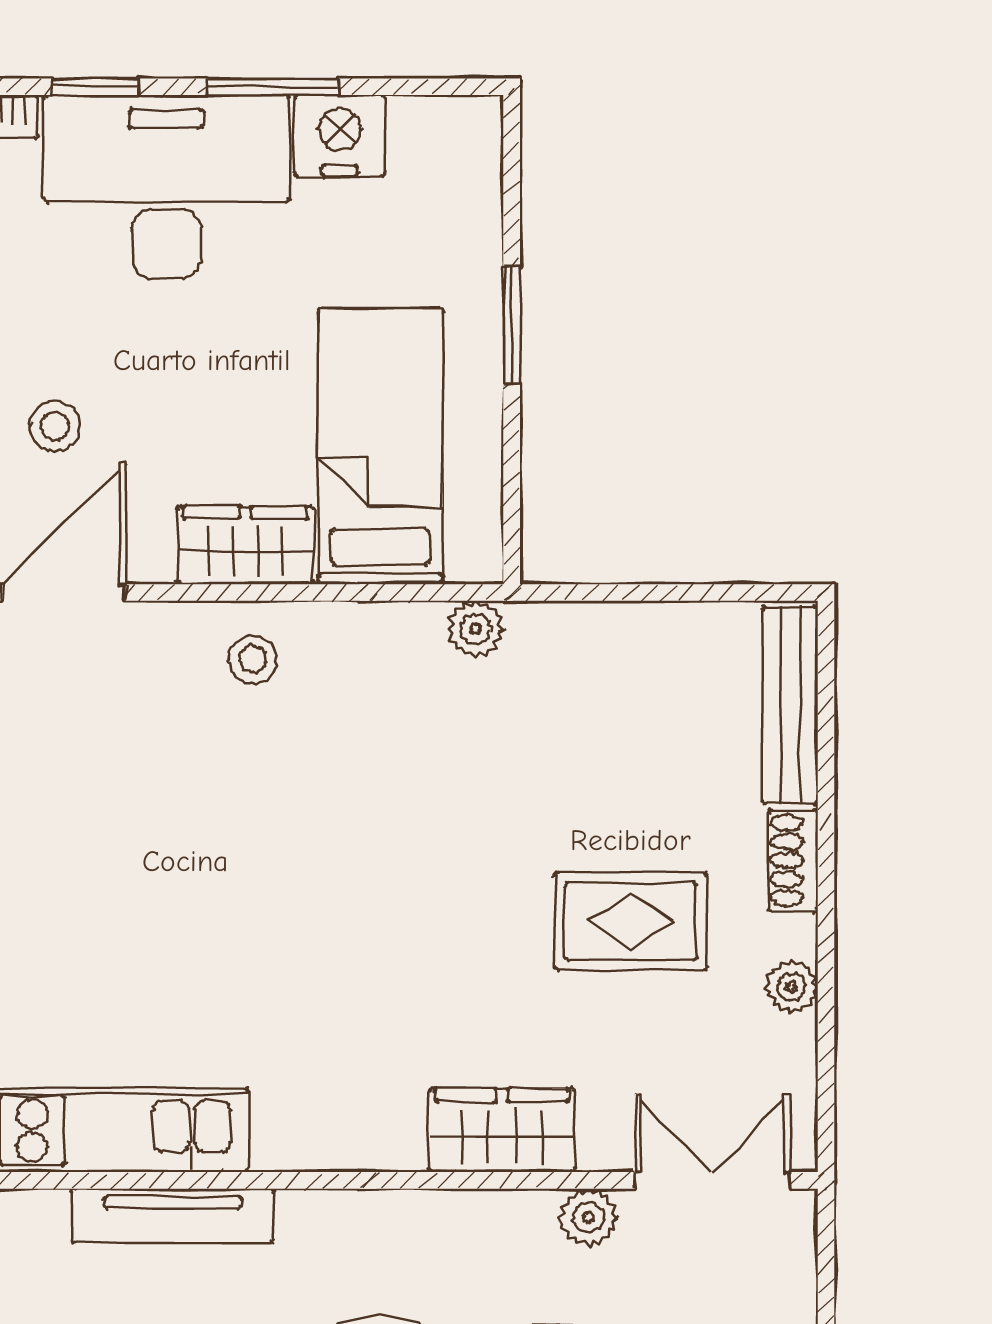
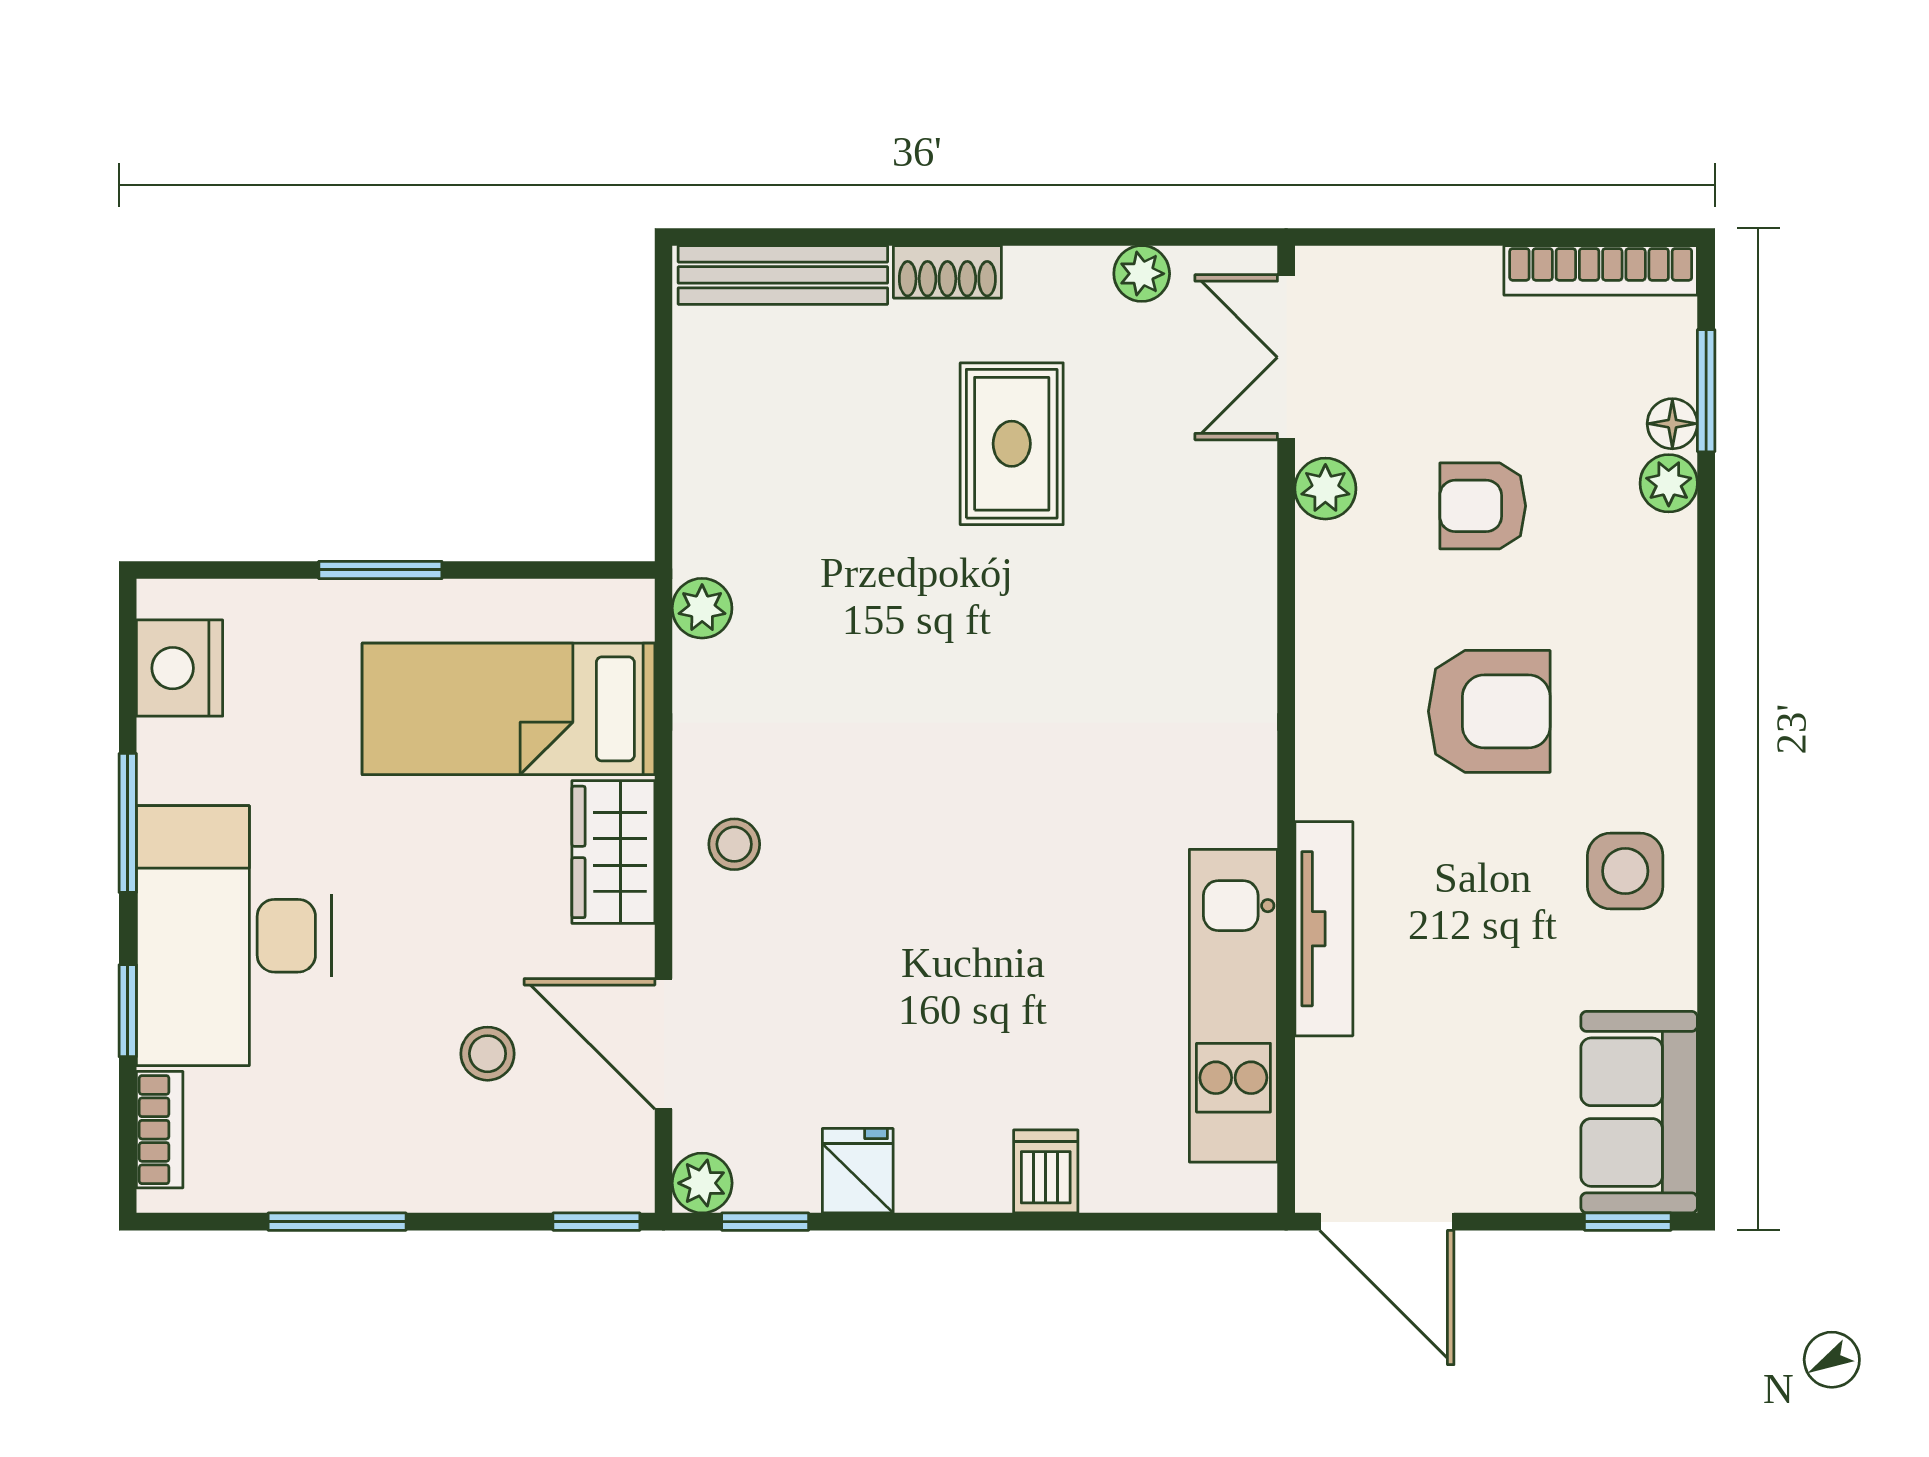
nightstand: (340, 136) -> (180, 668), moved
plant: (791, 987) -> (1142, 274), moved
wardrobe: (502, 1130) -> (1233, 580), removed

